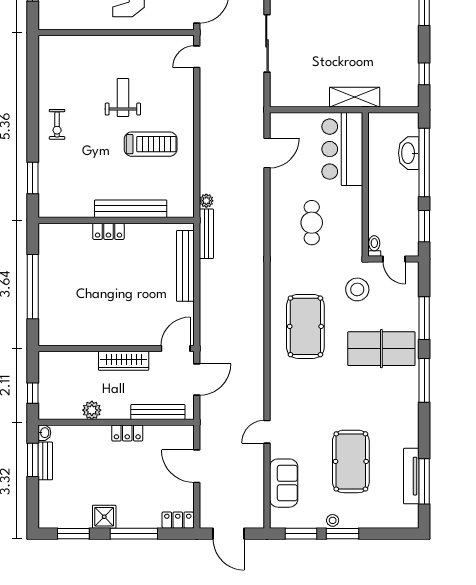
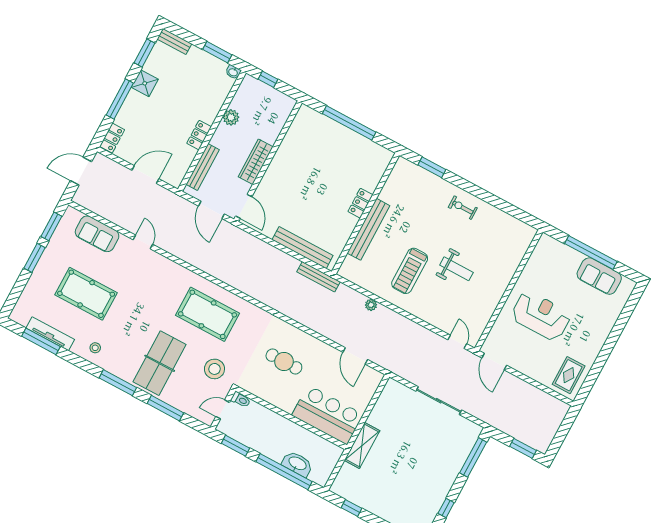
plant: (206, 201) -> (371, 305), moved
bench: (45, 461) -> (174, 41), moved
stool: (333, 520) -> (95, 348), moved

